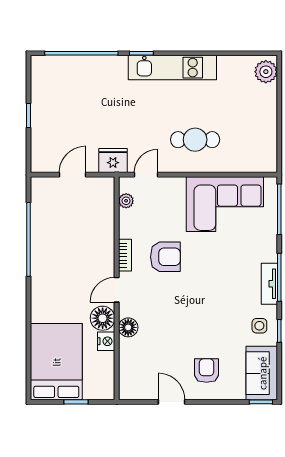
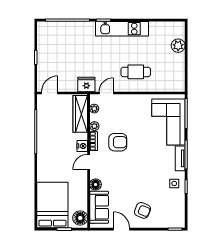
plant: (266, 72) -> (178, 46), moved
door: (73, 175) -> (50, 93), moved
corner sofa: (225, 204) -> (168, 122), moved, turned 90
wardrobe: (103, 209) -> (80, 114), added
plant: (126, 230) -> (94, 126), added
floor lamp: (103, 318) -> (80, 218), moved
nightstand: (106, 341) -> (82, 146), moved
armchair: (207, 371) -> (143, 210), turned 112
sofa: (262, 373) -> (99, 207), moved, turned 180

